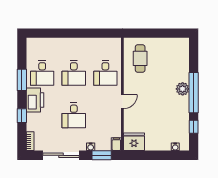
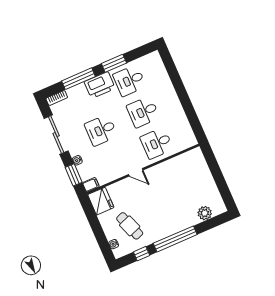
cafe table: (140, 58) -> (130, 226), moved, turned 70
plant: (183, 89) -> (205, 213), moved
window: (22, 116) -> (78, 79), width x2.17

